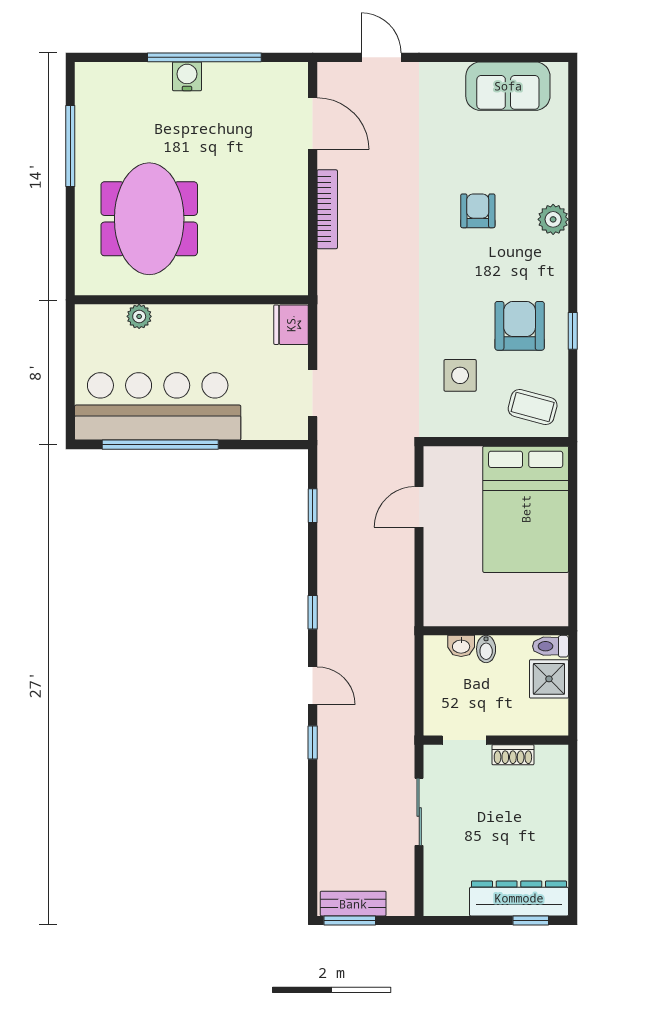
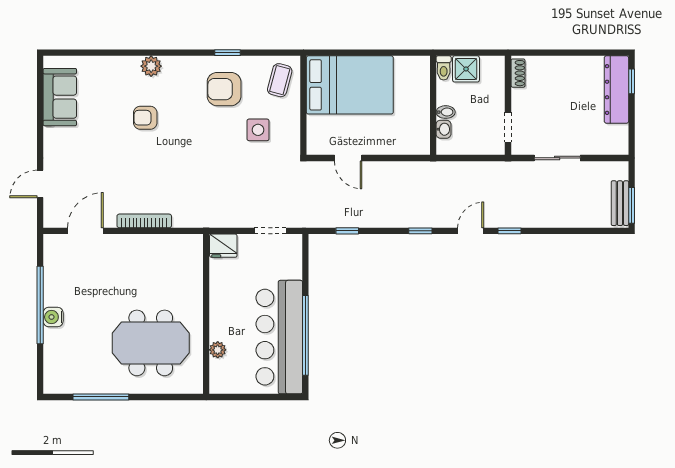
shoe rack: (513, 755) -> (518, 73), moved

